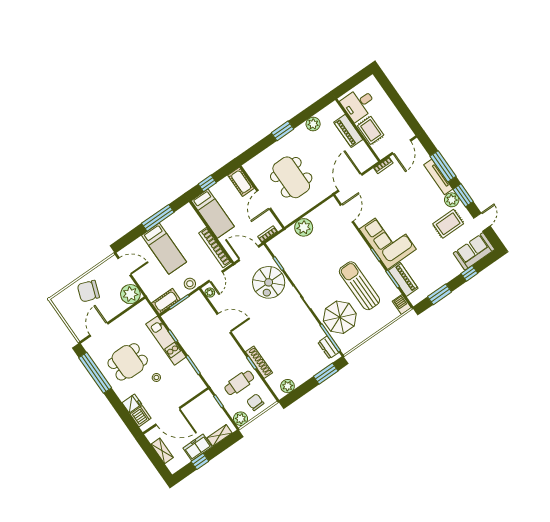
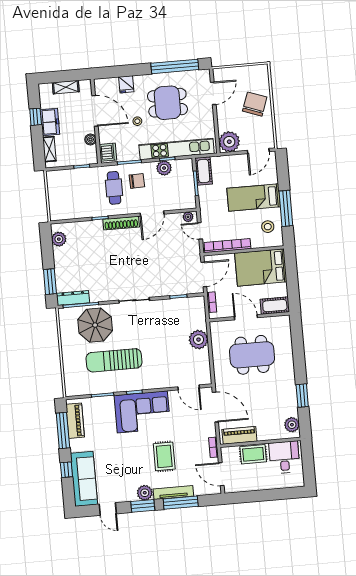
plant: (313, 124) -> (292, 425), moved
window: (282, 131) -> (302, 396), moved
piano: (348, 131) -> (239, 435), moved
window: (207, 183) -> (292, 273), removed
bed: (213, 214) -> (261, 267), width x1.50
rug: (448, 224) -> (164, 456), moved
sofa: (474, 251) -> (84, 479), width x1.36
piano: (403, 279) -> (75, 421), moved, turned -90
spiral stairs: (269, 282) -> (166, 277), removed
stool: (190, 284) -> (268, 227), moved
sun lounger: (359, 286) -> (114, 360), turned 180
window: (439, 294) -> (63, 431), width x1.44
barbecue: (402, 305) -> (74, 390), removed
door: (99, 329) -> (213, 93), hinge flipped
kitchen unit: (166, 341) -> (177, 149), width x1.36
dresser: (328, 347) -> (73, 298), width x1.44
dining table: (128, 362) -> (167, 103), turned 90
shoe rack: (259, 362) -> (121, 223), moved
cafe table: (239, 383) -> (114, 188), moved
chair: (255, 402) -> (137, 181), moved
boiler: (193, 407) -> (90, 139), added
dishwasher: (140, 416) -> (108, 152), moved, turned -90
door: (168, 416) -> (95, 111), swing flipped
plant: (241, 419) -> (164, 168), moved

